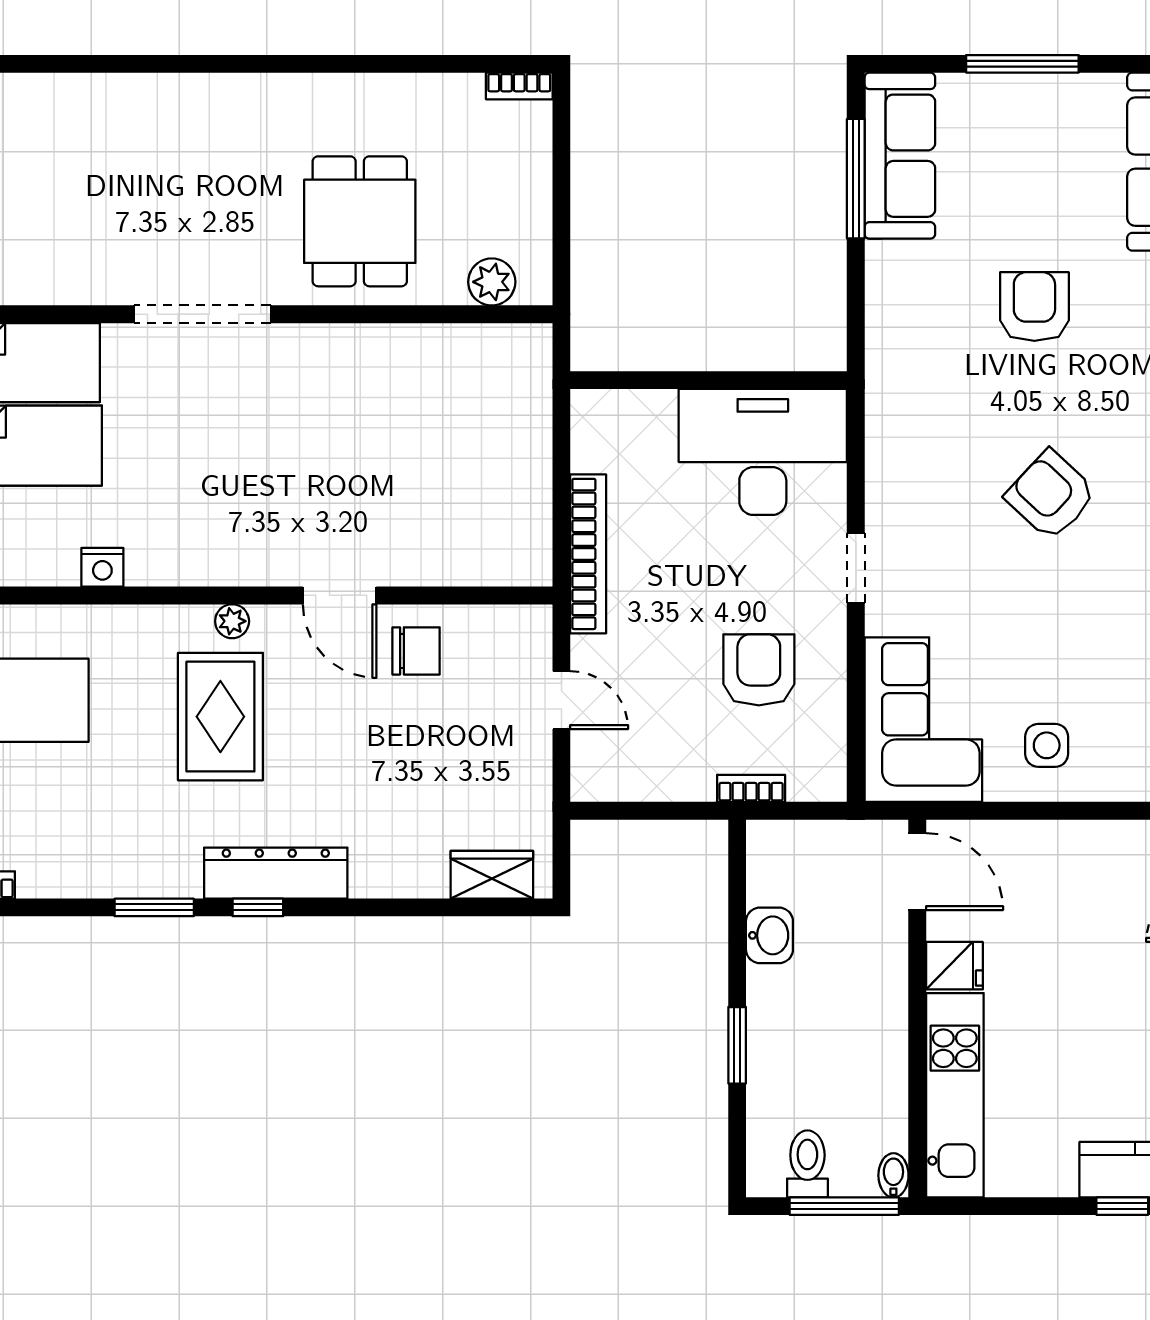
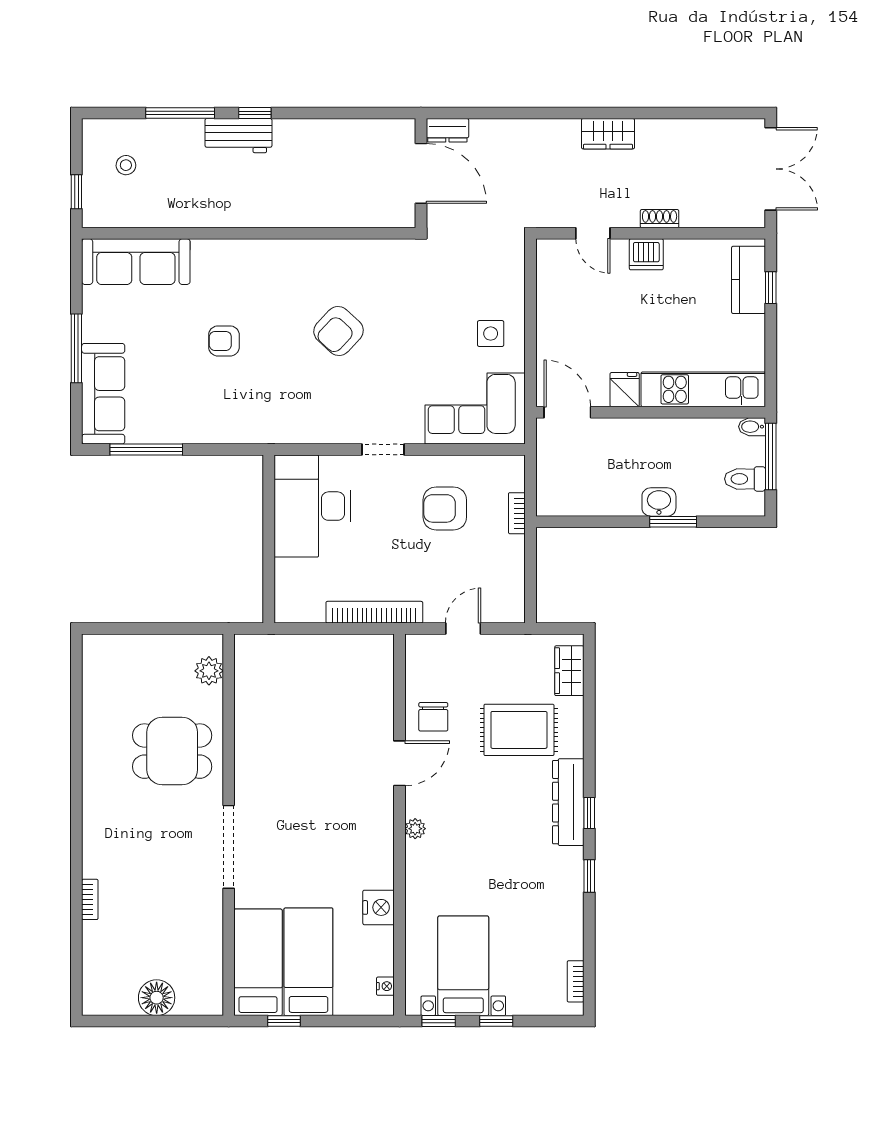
bookcase: (519, 86) -> (90, 899), moved
sofa: (900, 156) -> (103, 394), moved, turned 90
armchair: (1034, 307) -> (224, 341), width x0.72, depth x0.72
nightstand: (102, 567) -> (379, 907), width x1.36, depth x1.33
chair: (416, 651) -> (433, 717), turned 180
rug: (220, 717) -> (519, 730), moved
door: (917, 872) -> (567, 412), hinge flipped
window: (154, 907) -> (589, 876), width x0.67
washbasin: (769, 935) -> (659, 502), moved

